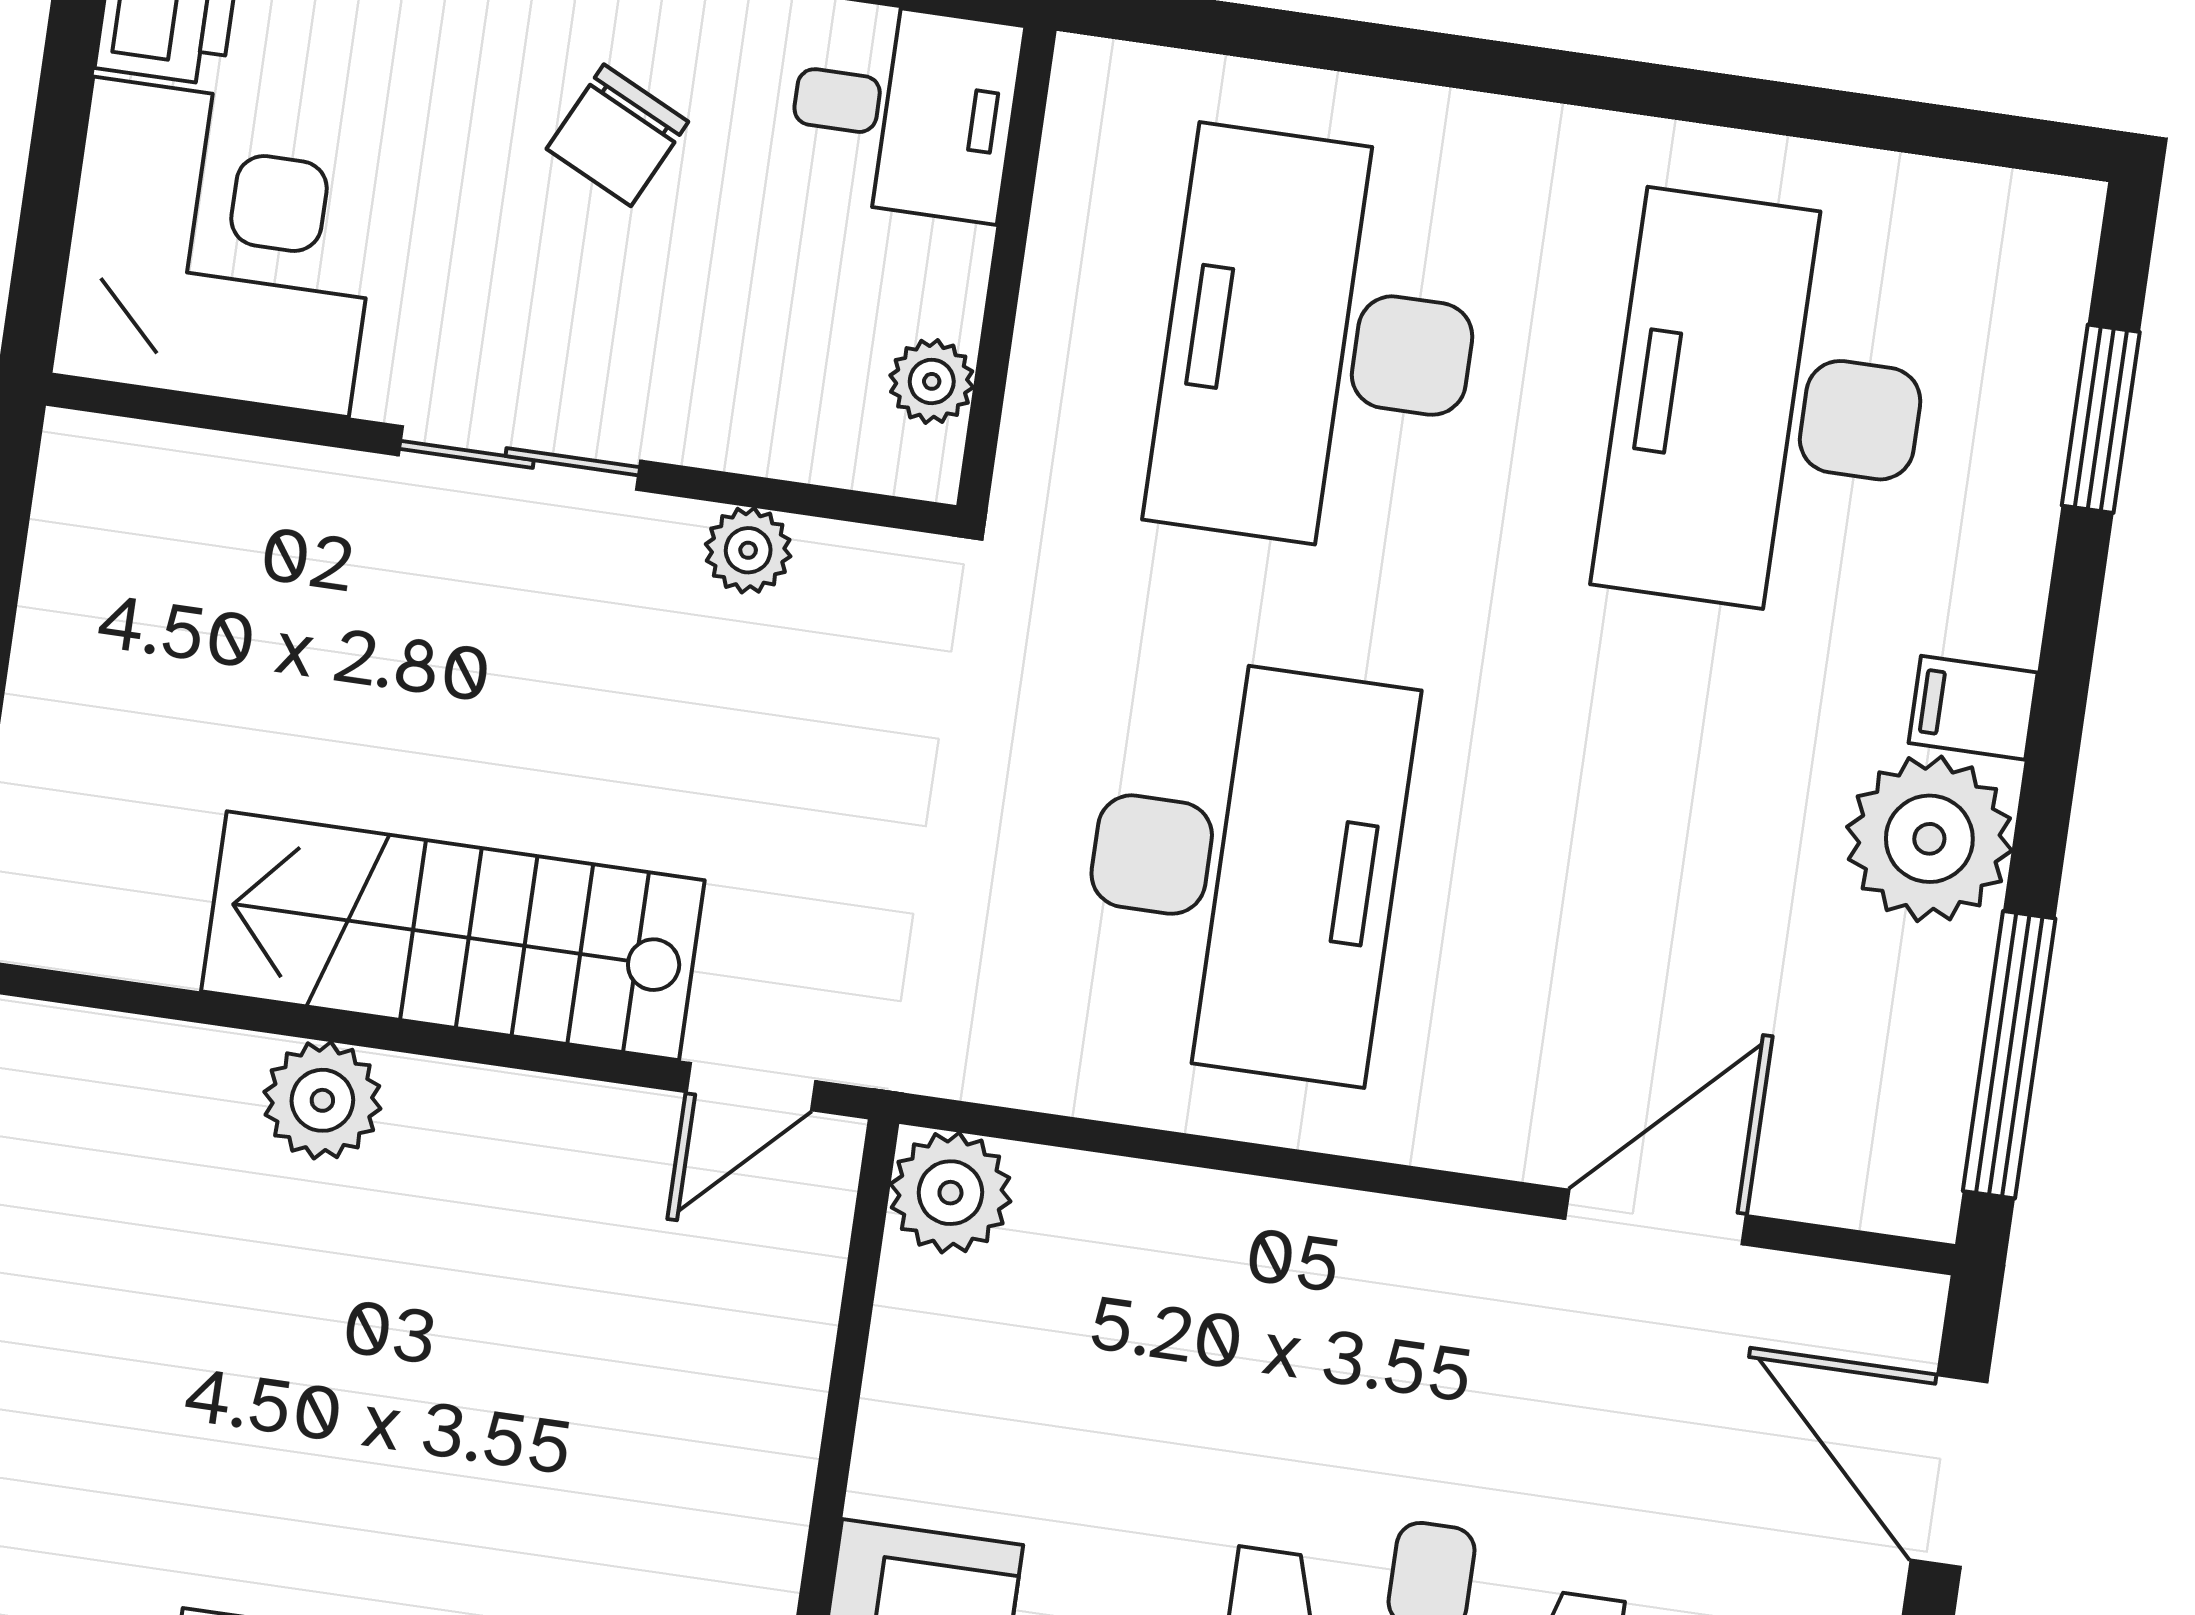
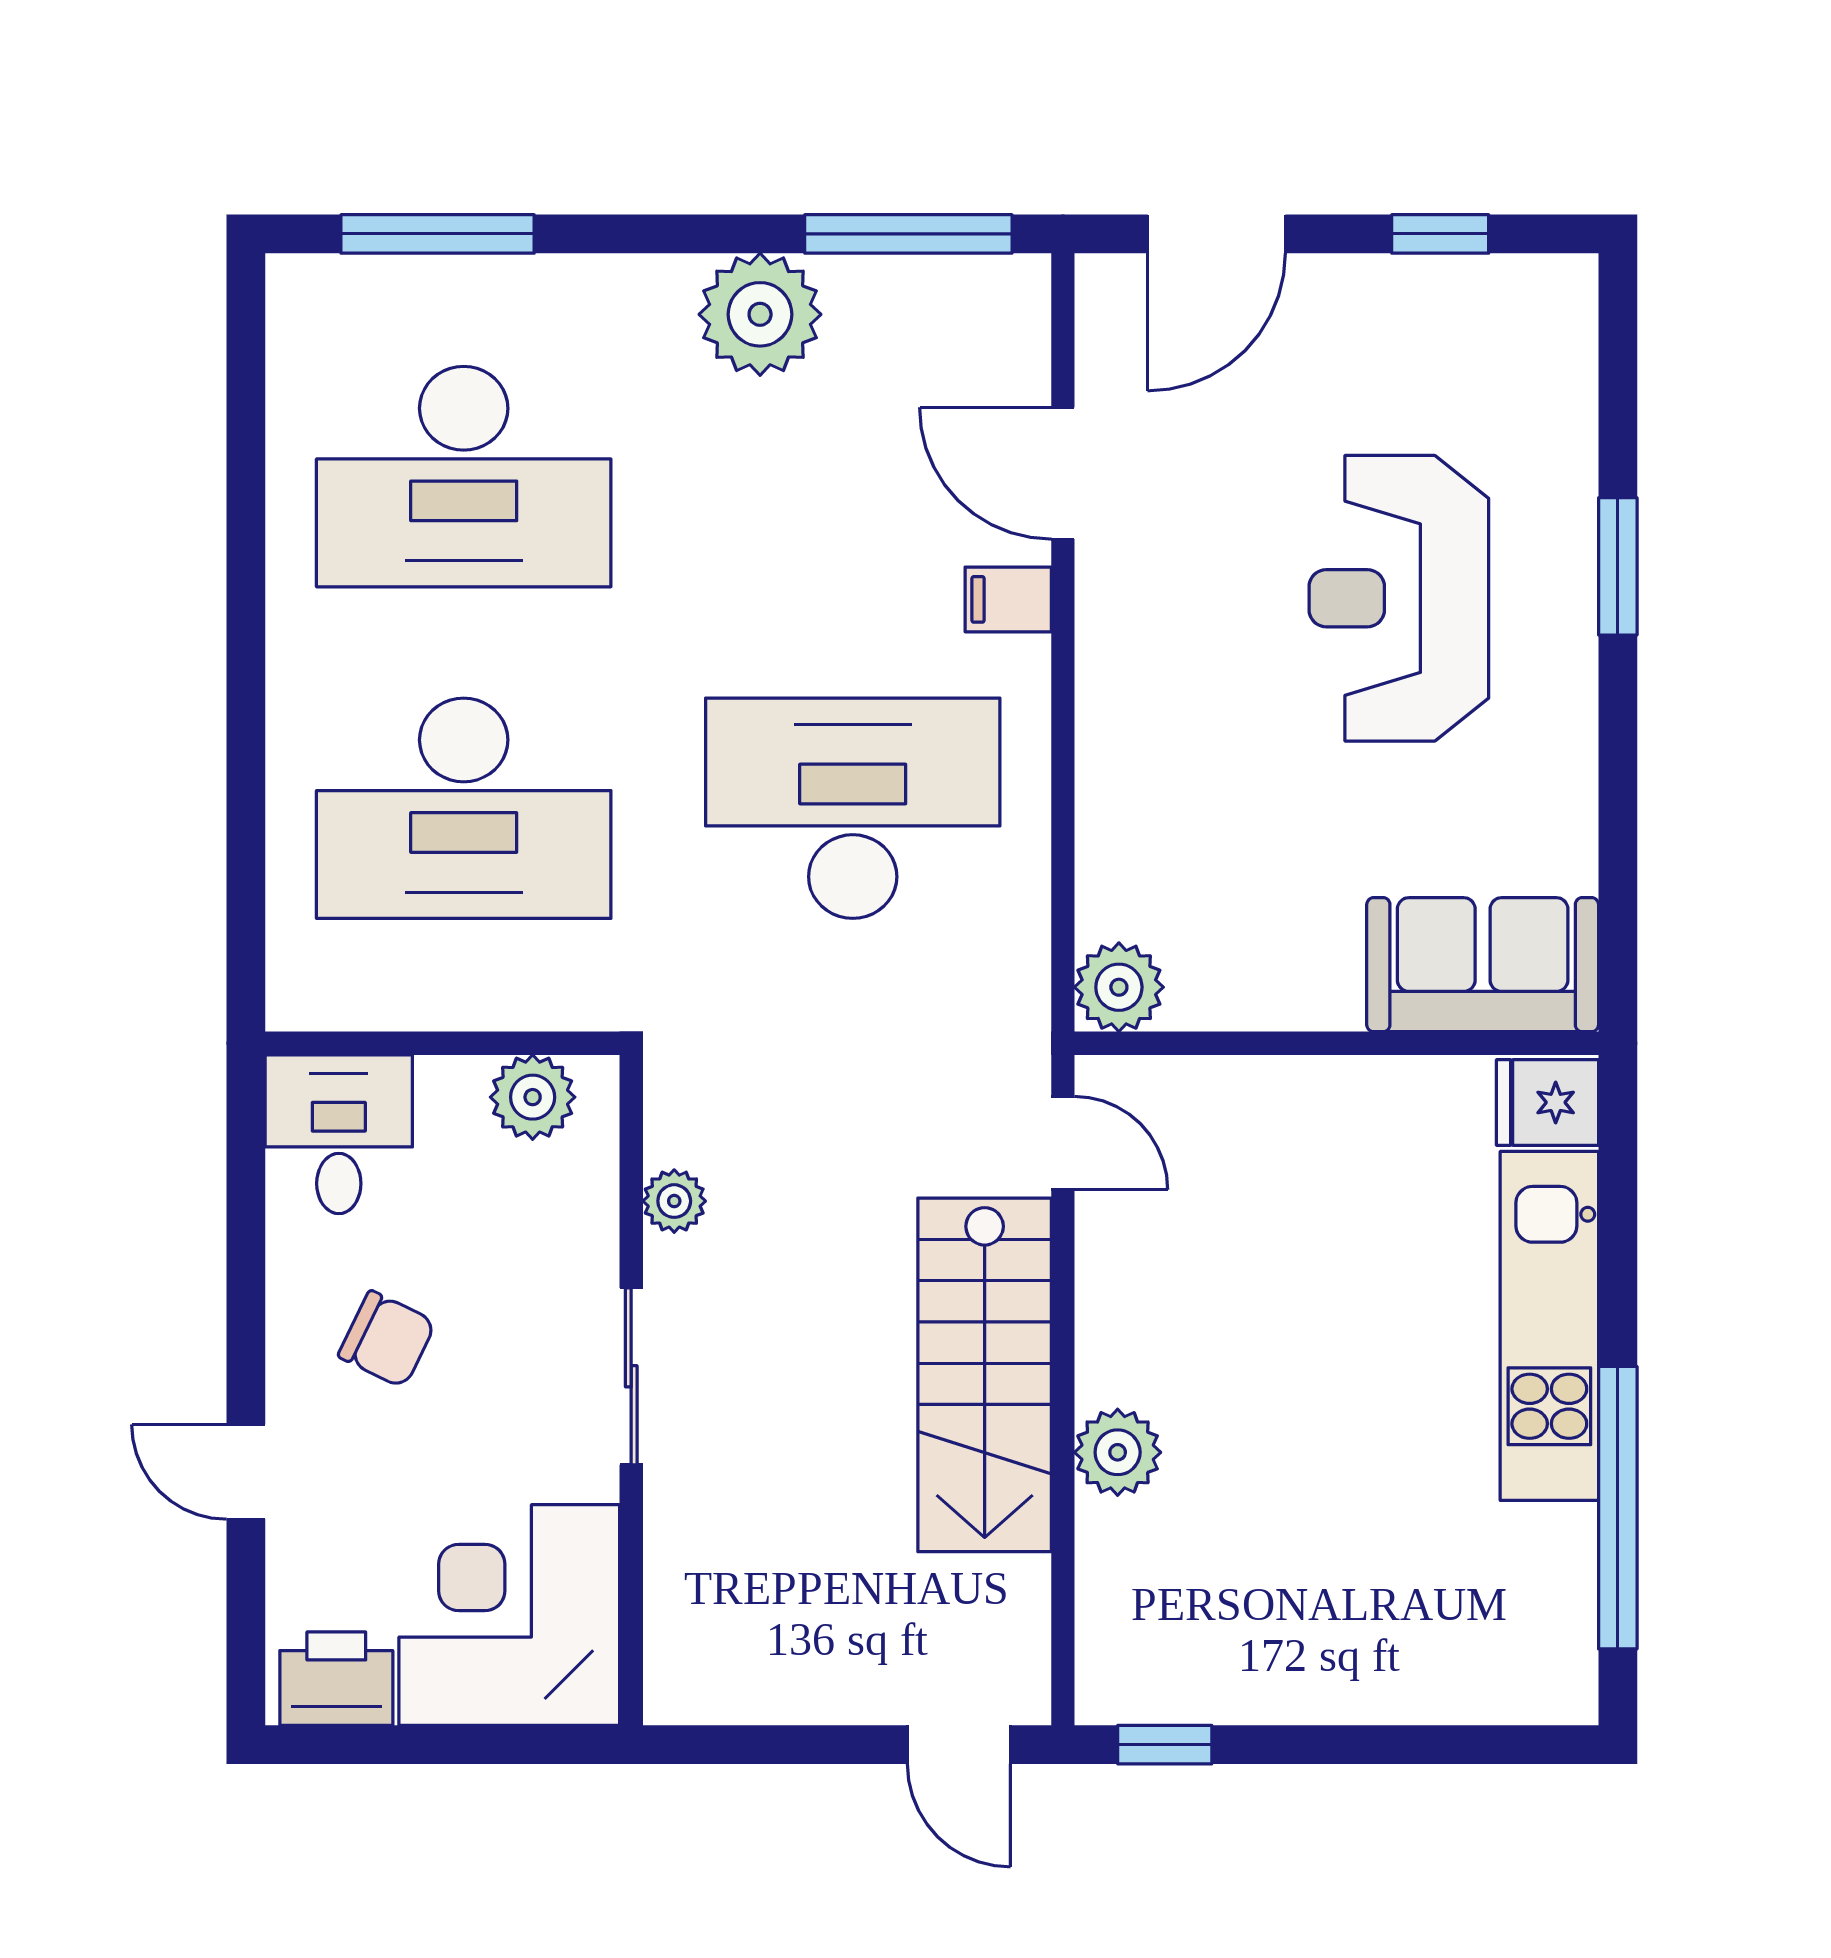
plant: (932, 381) -> (533, 1097), width x1.38, depth x1.38
window: (2101, 419) -> (438, 234), width x1.44
filing cabinet: (1973, 708) -> (1008, 599), moved, turned 90

